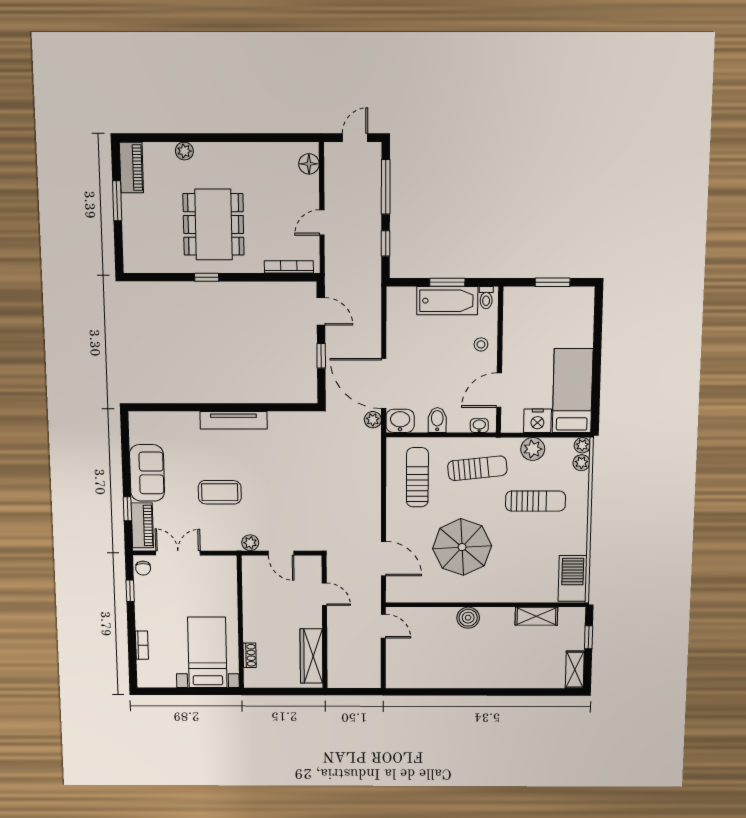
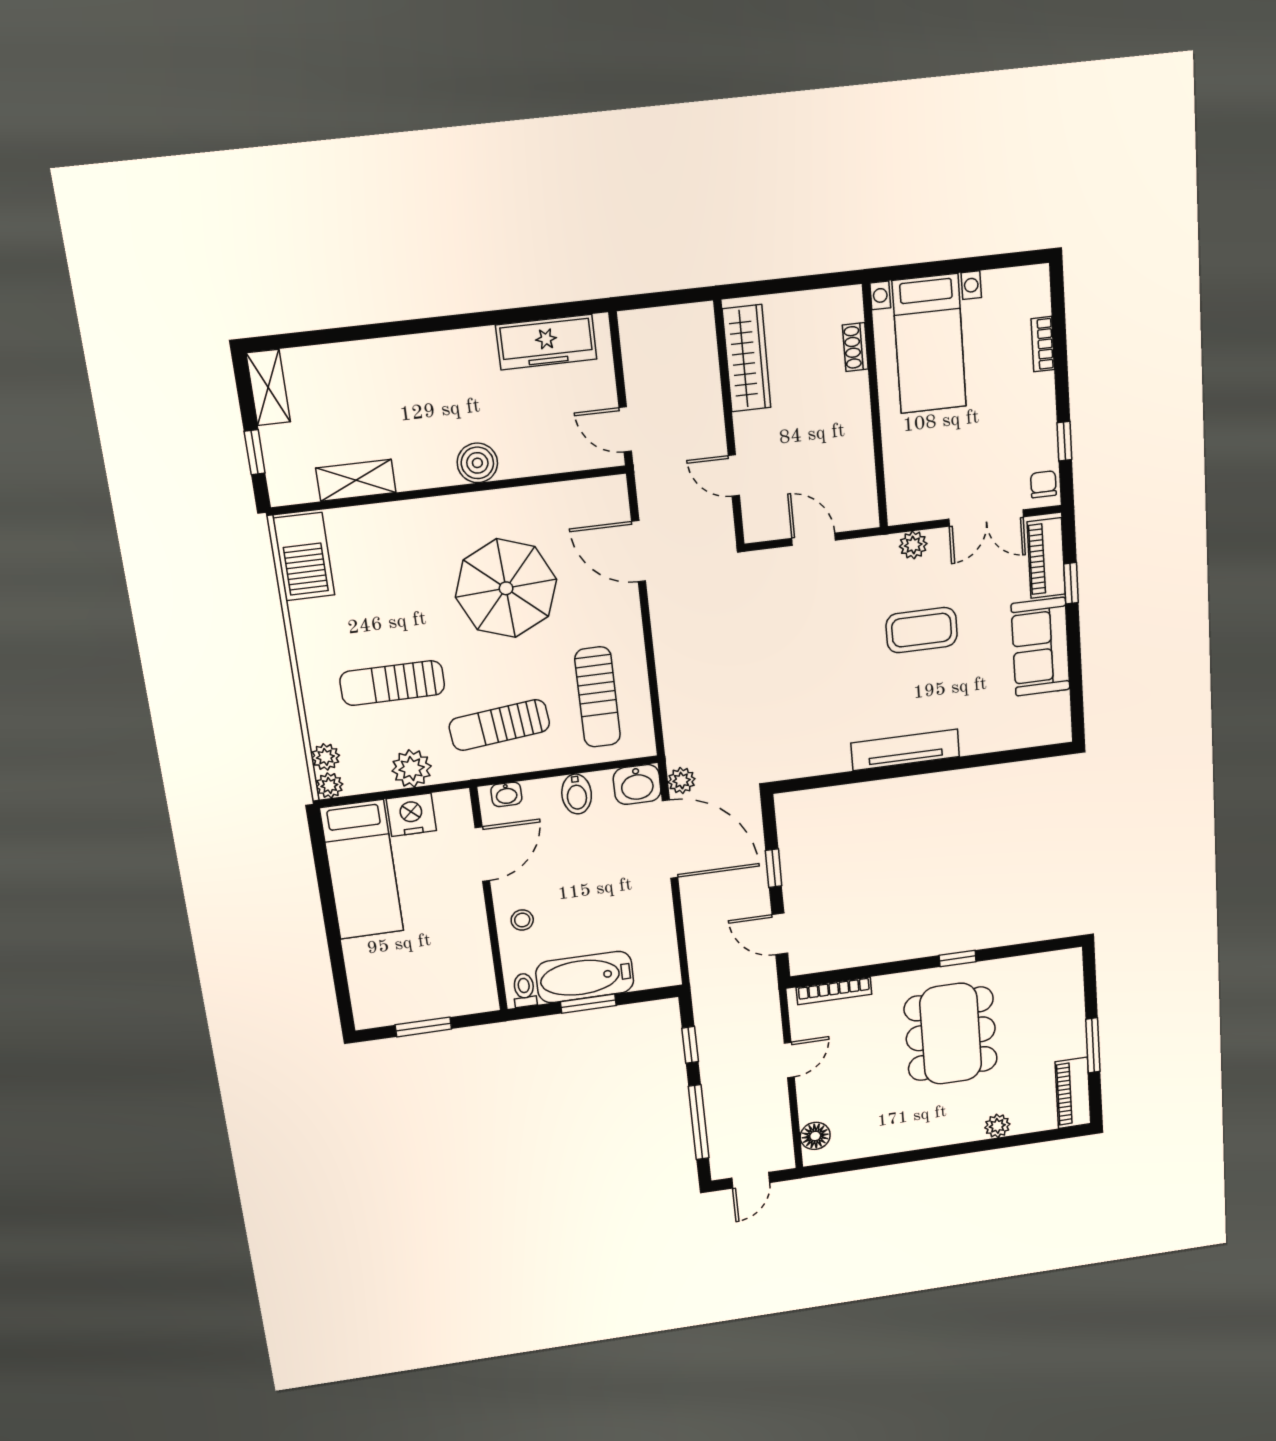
plant: (250, 543) -> (913, 545), moved
freezer: (421, 676) -> (546, 342), added

